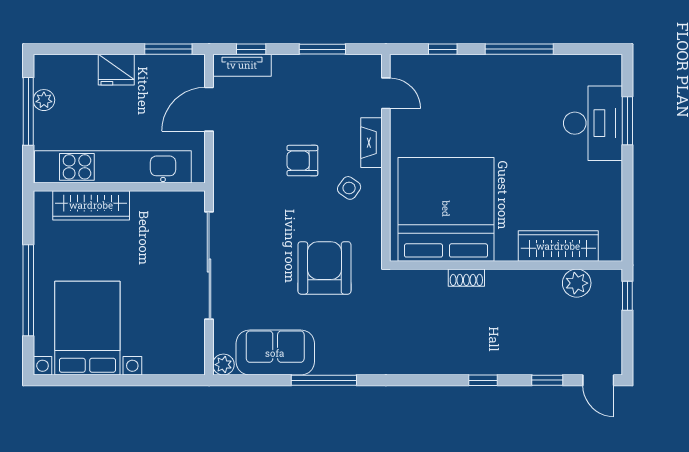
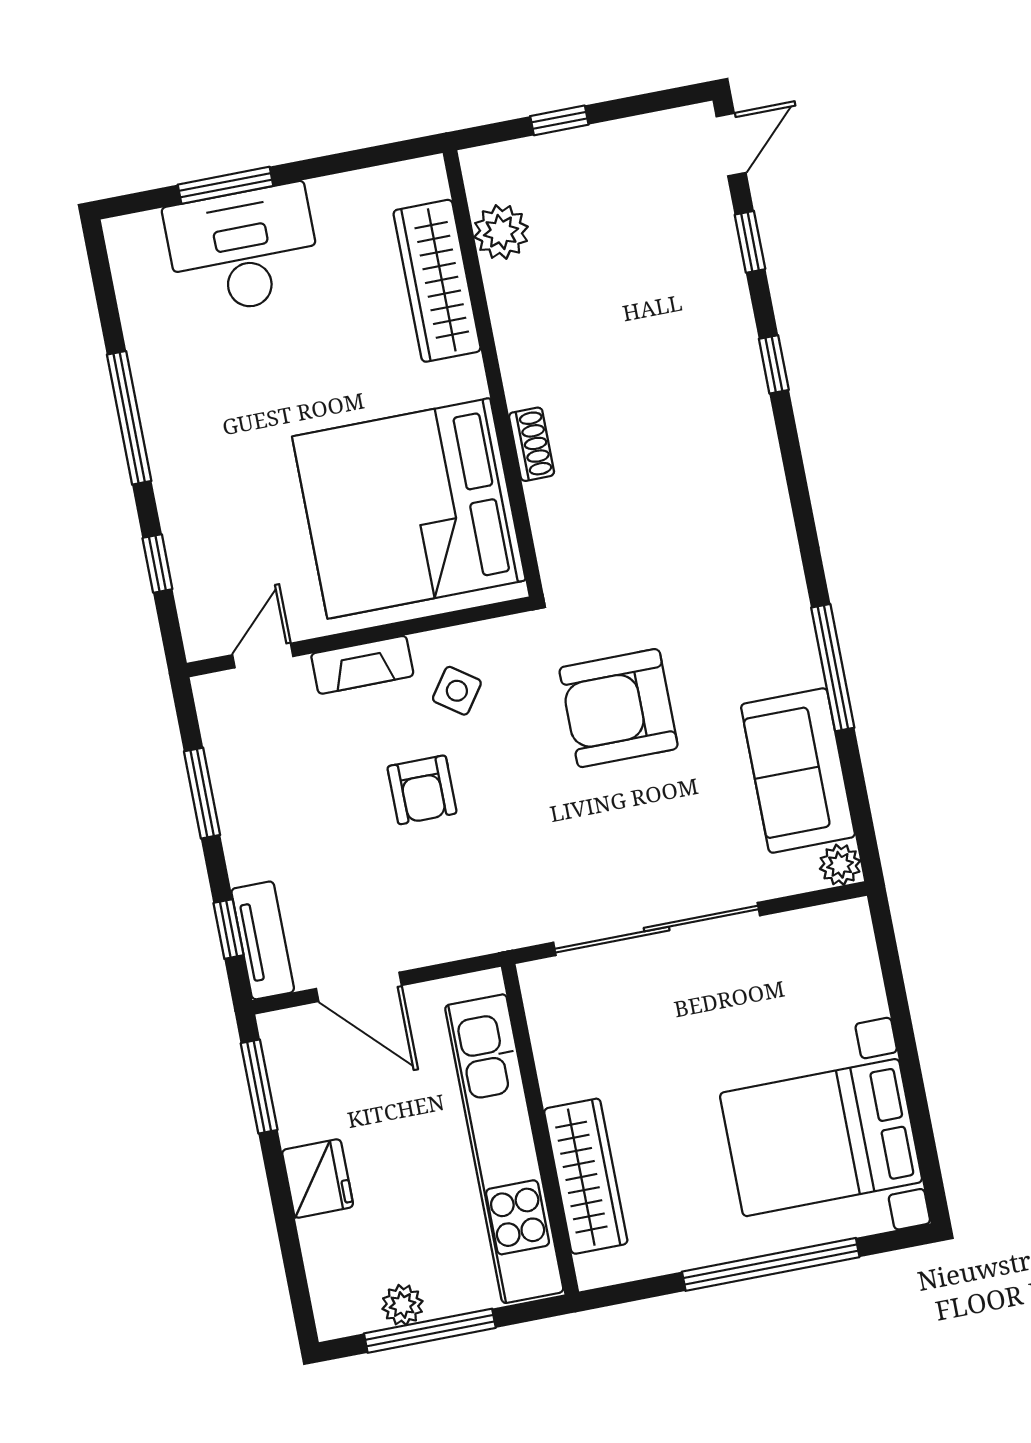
bed: (446, 209) -> (409, 508), moved
wardrobe: (558, 246) -> (437, 281), moved
wall: (506, 265) -> (493, 373), moved
shoe rack: (466, 278) -> (532, 444), moved
plant: (577, 283) -> (501, 232), moved

